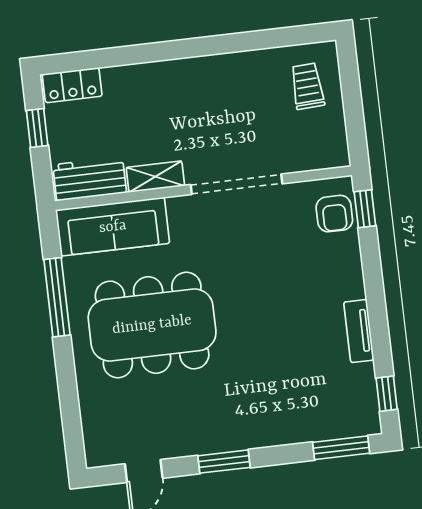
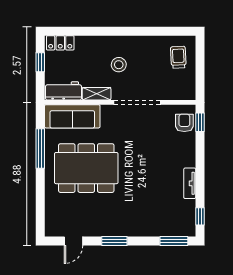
stool: (192, 114) -> (119, 65), added
armchair: (334, 214) -> (184, 123), turned 180

